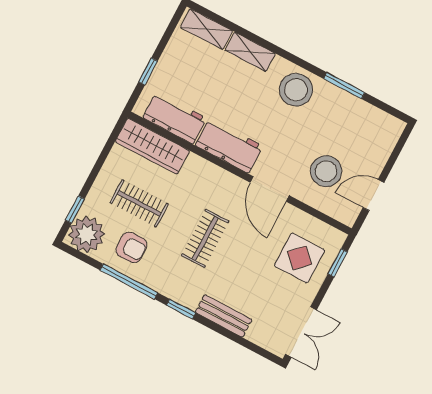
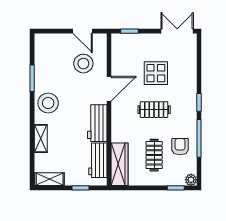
shelving: (207, 29) -> (50, 179), moved, turned 90
plant: (87, 234) -> (191, 180), width x0.53, depth x0.53
display table: (300, 258) -> (156, 73), moved
bench: (224, 316) -> (191, 77), removed

